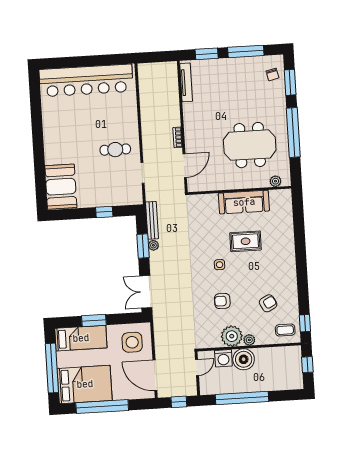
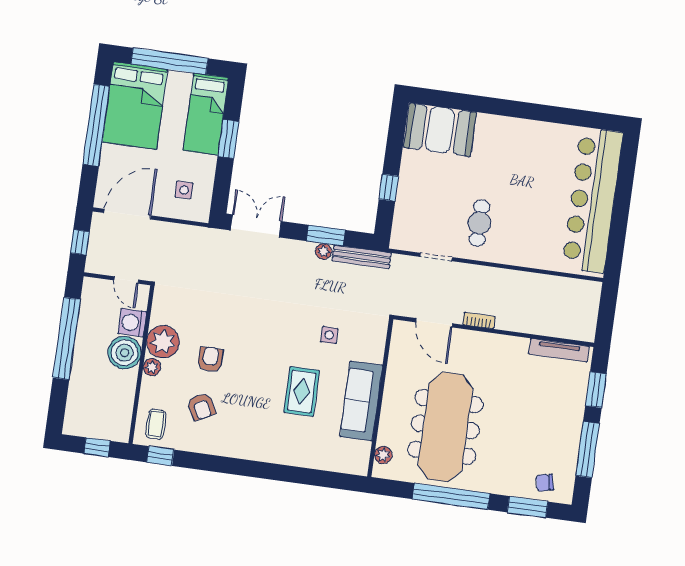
meeting table: (250, 145) -> (445, 427), width x1.36
side table: (220, 265) -> (329, 335), moved
armchair: (222, 301) -> (210, 359), moved
side table: (132, 342) -> (184, 190), width x0.54, depth x0.54

